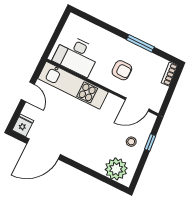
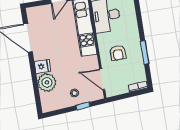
fridge: (23, 125) -> (42, 66), moved
plant: (116, 169) -> (47, 82), moved

